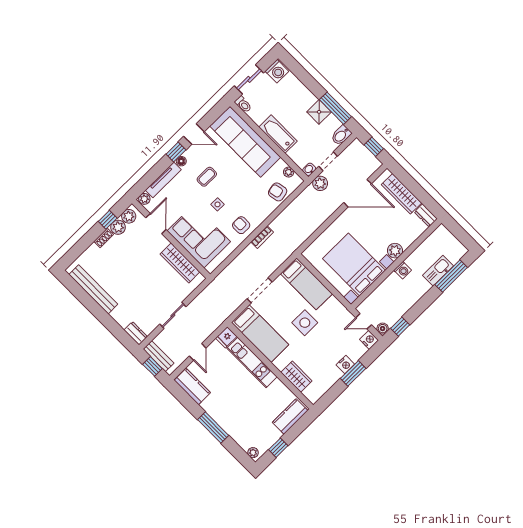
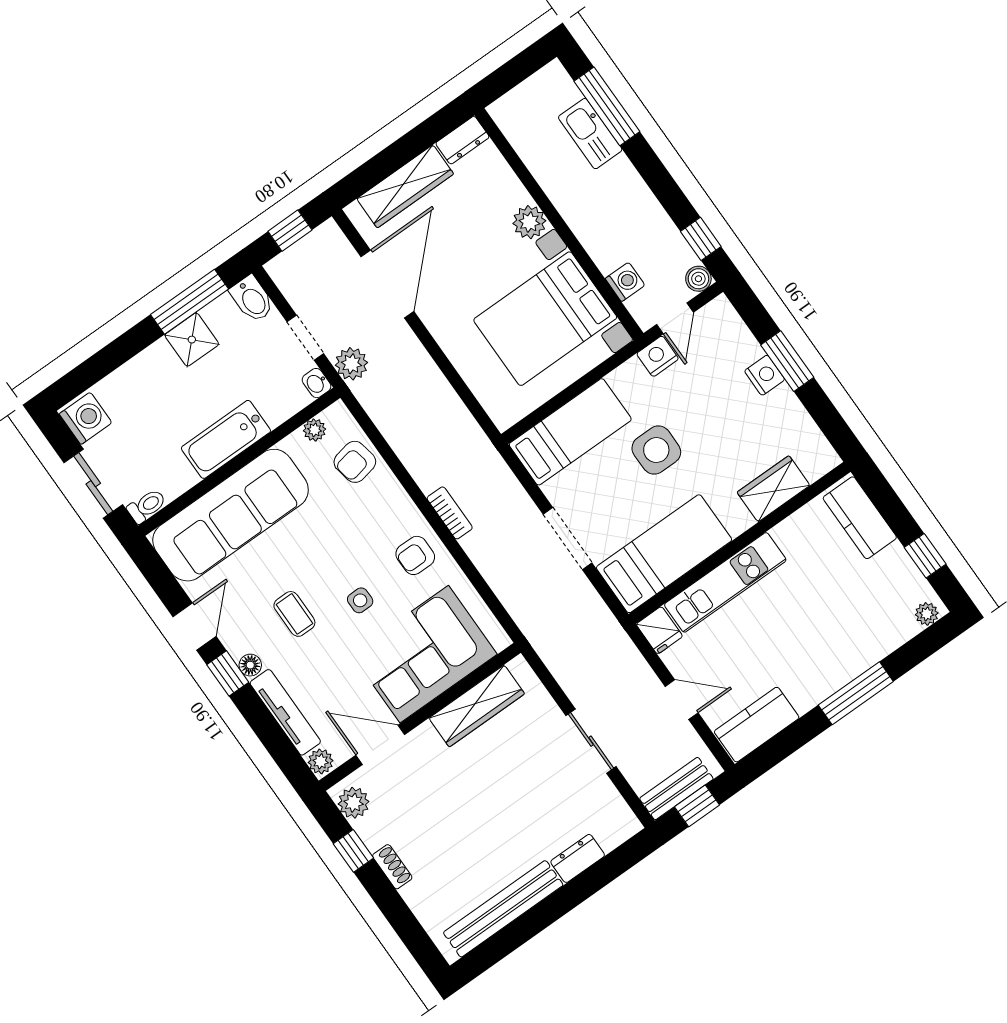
plant: (118, 227) -> (374, 831), removed
washing machine: (403, 270) -> (625, 282), moved
dresser: (136, 333) -> (578, 858), moved
nightstand: (369, 340) -> (658, 356), moved

